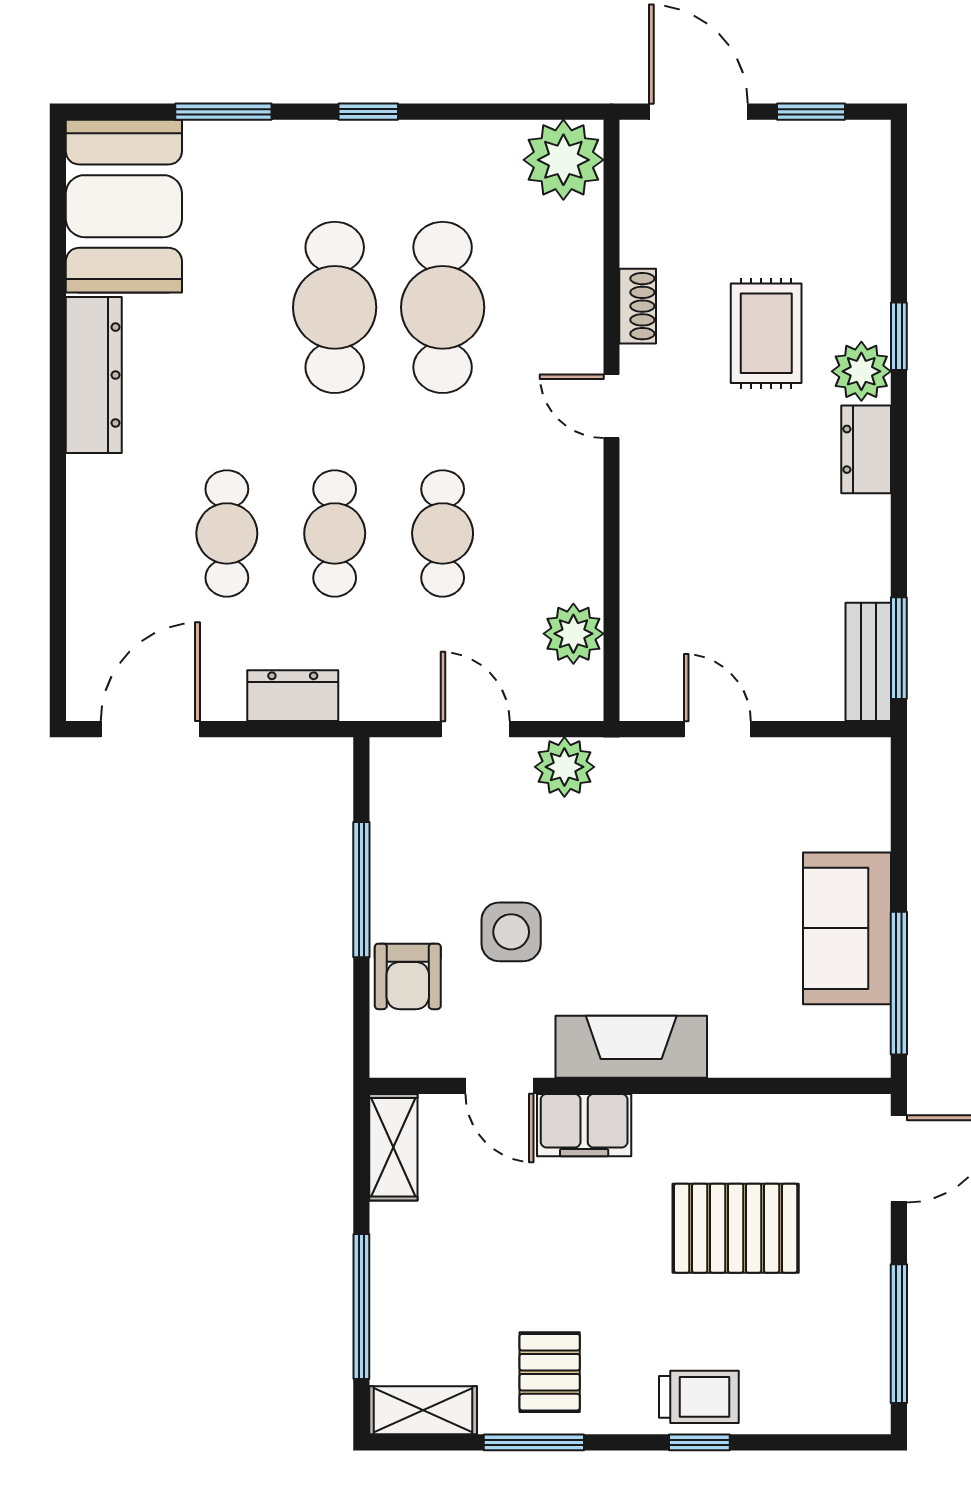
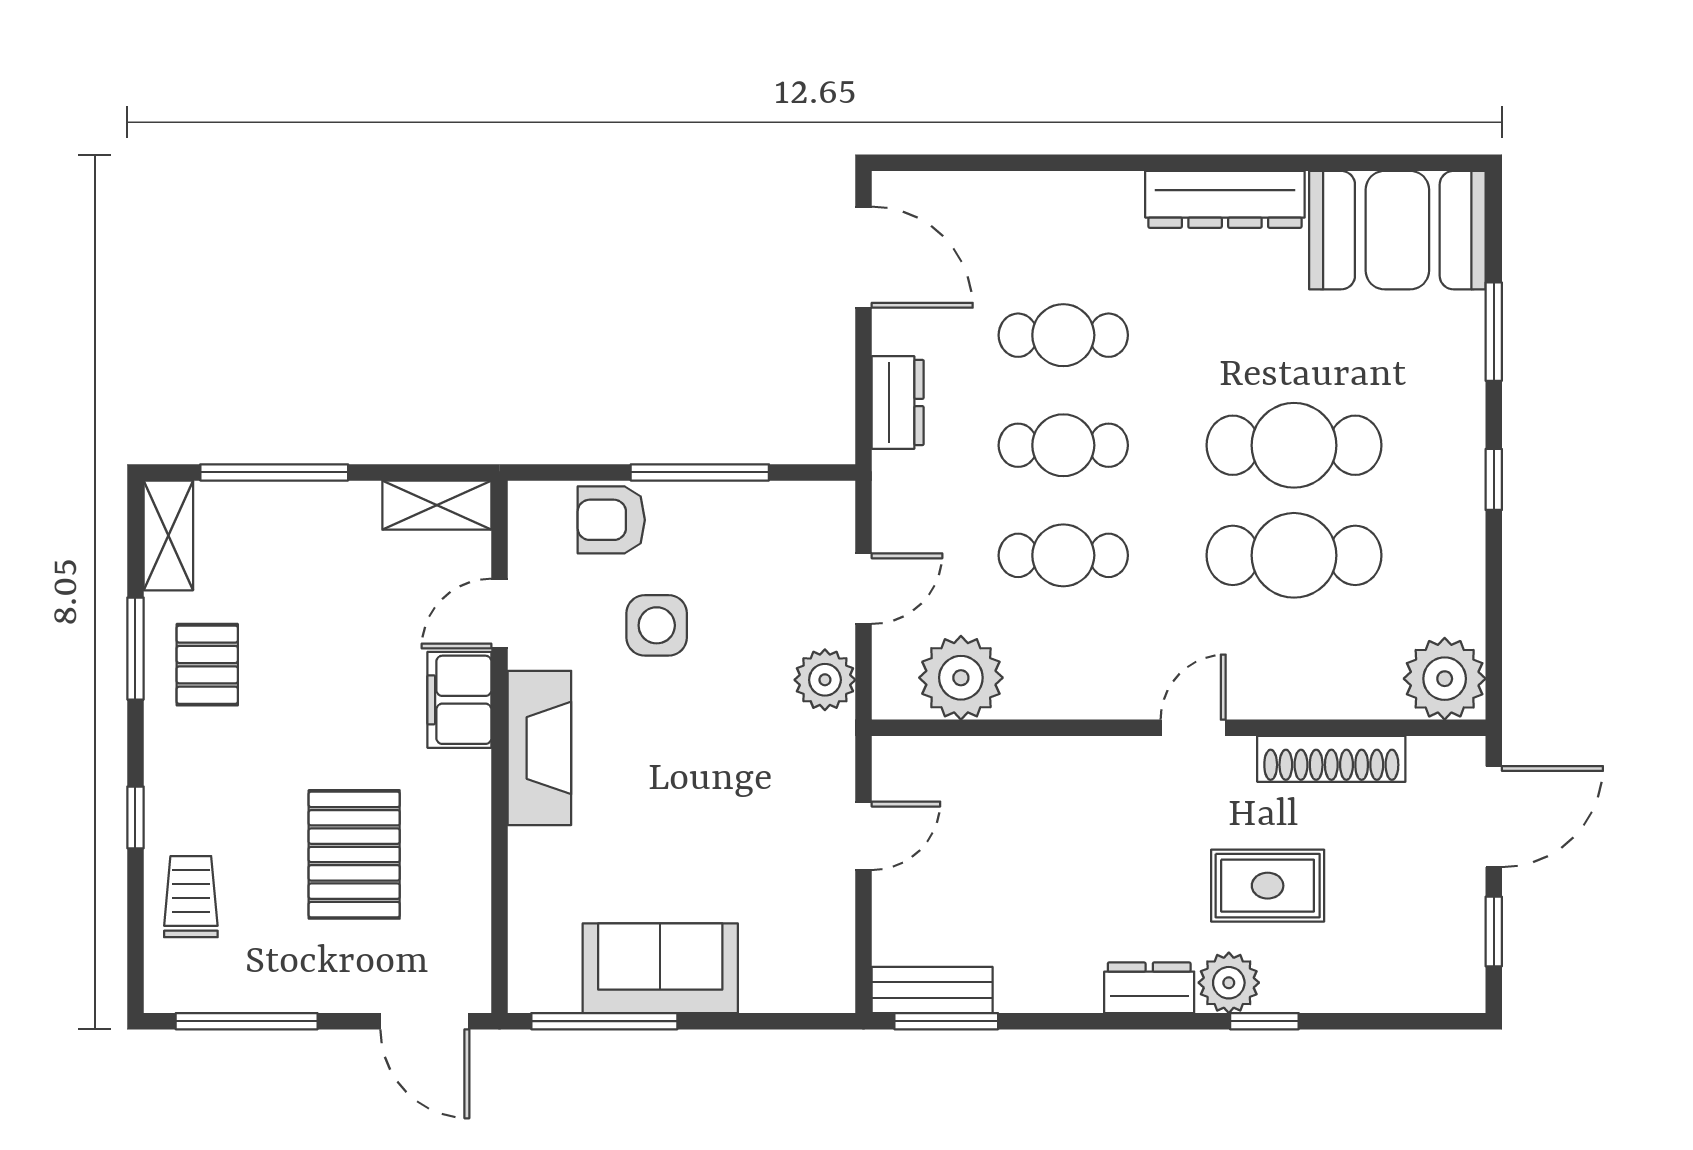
shoe rack: (638, 306) -> (1331, 759), width x1.94, depth x1.24
plant: (573, 634) -> (961, 678), width x1.36, depth x1.36
pallet: (550, 1372) -> (207, 665), turned 90
trolley: (699, 1397) -> (191, 897), moved, turned 180

